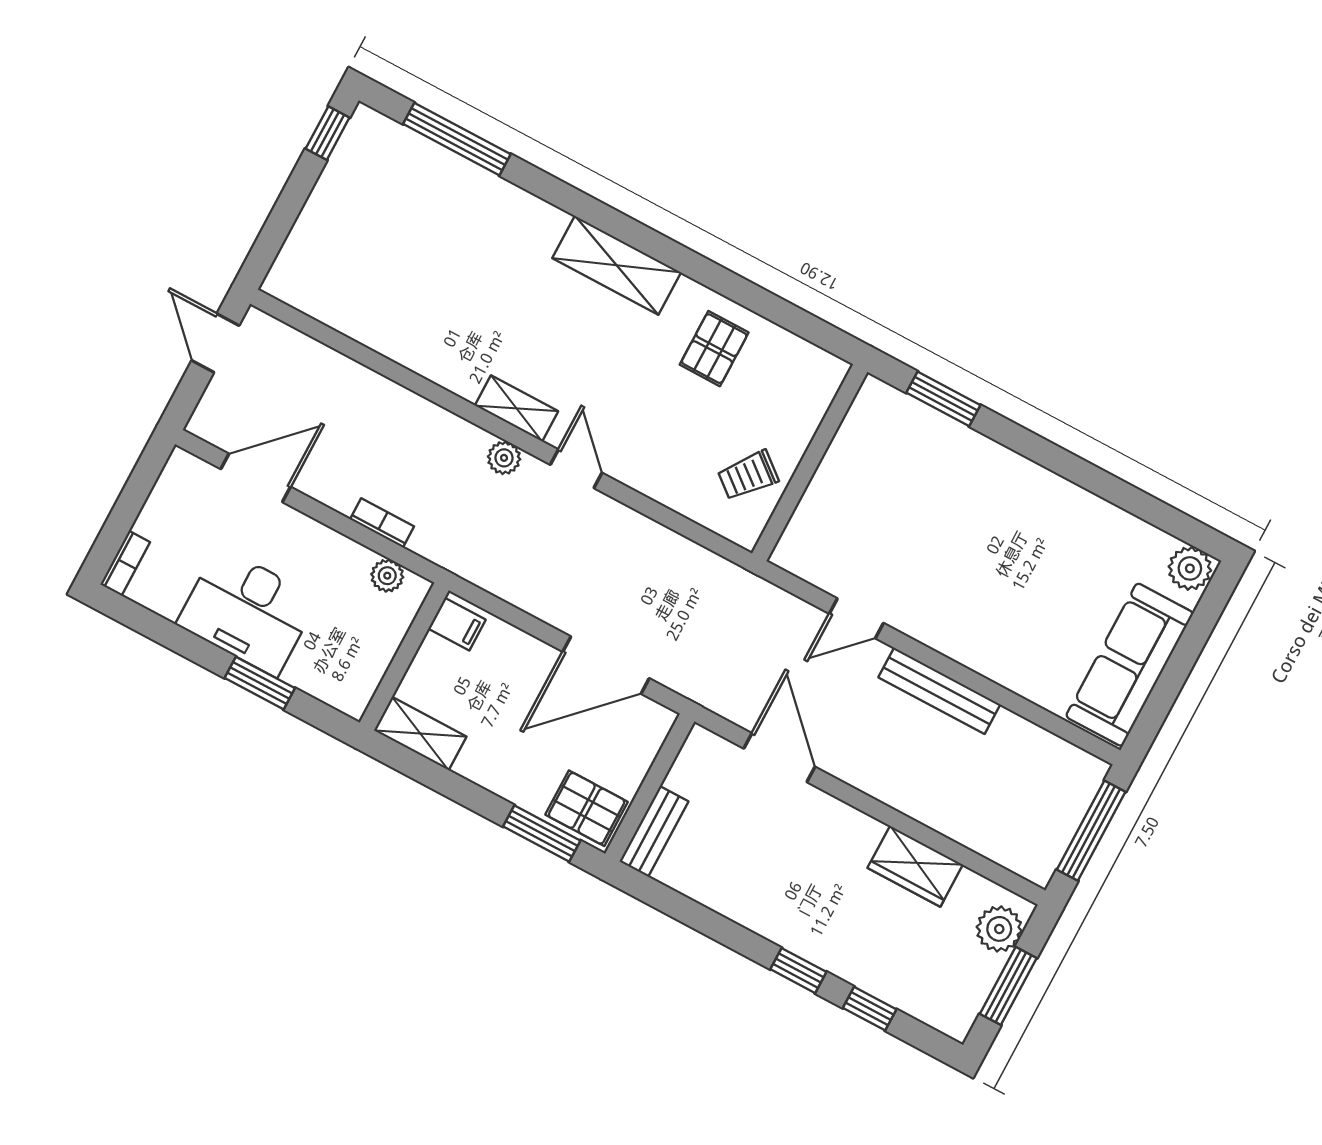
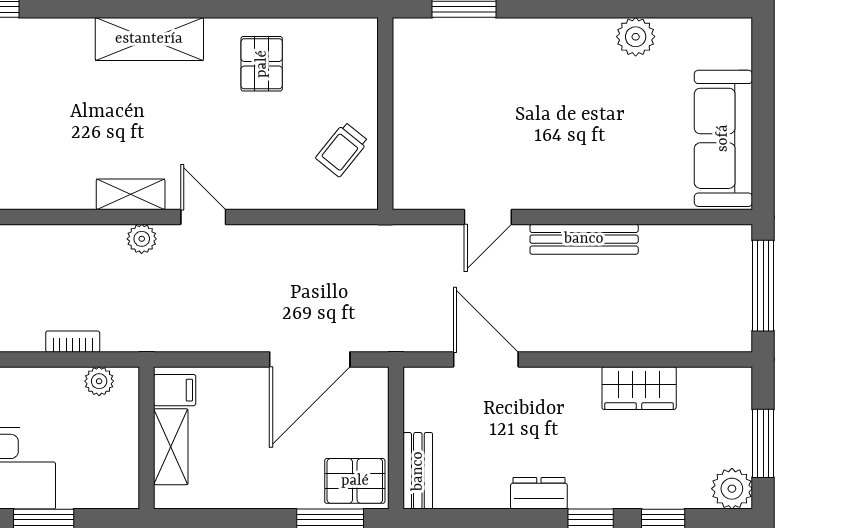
plant: (1190, 568) -> (636, 37), moved
shelving: (420, 734) -> (171, 447), moved, turned 90
dresser: (761, 917) -> (539, 493), added
plant: (999, 929) -> (732, 489), moved

